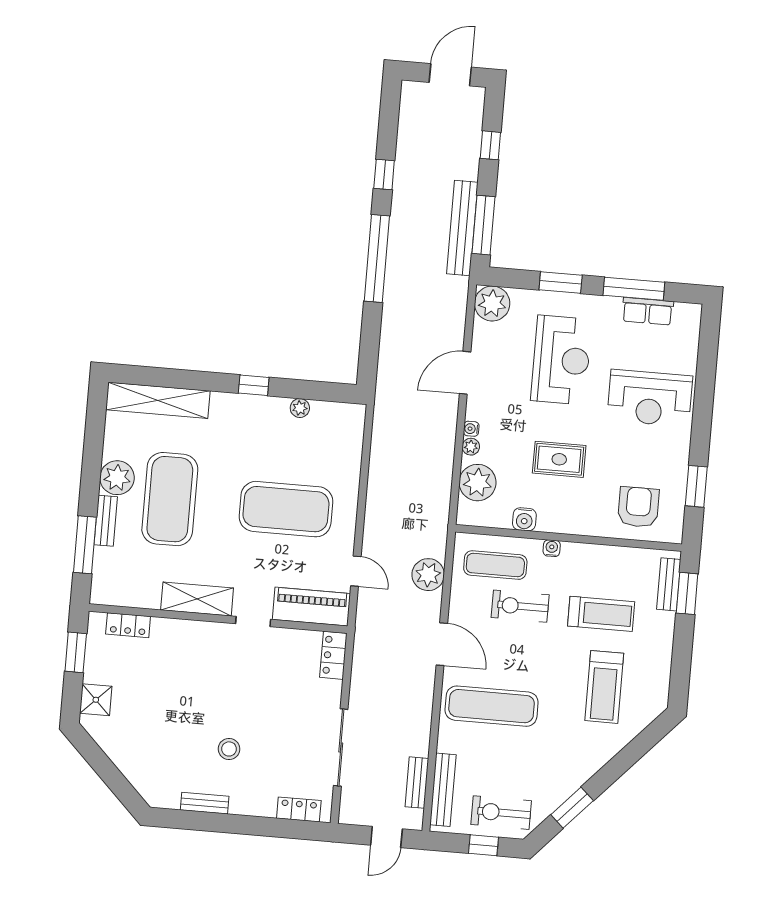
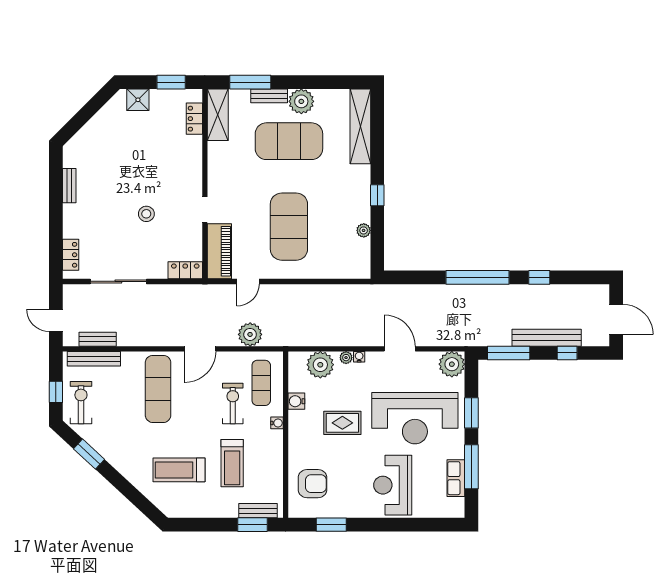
bench: (462, 228) -> (547, 338), moved
reception desk: (561, 360) -> (415, 418), width x1.36, depth x1.30
rug: (559, 459) -> (342, 423), turned 90
shelving: (197, 599) -> (218, 115), moved
stool: (229, 749) -> (146, 214), moved

